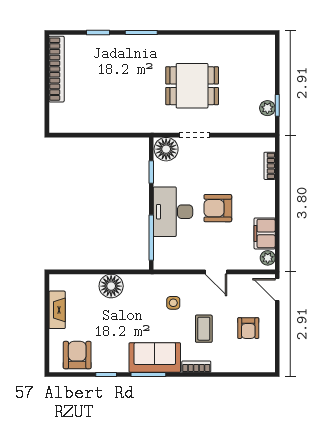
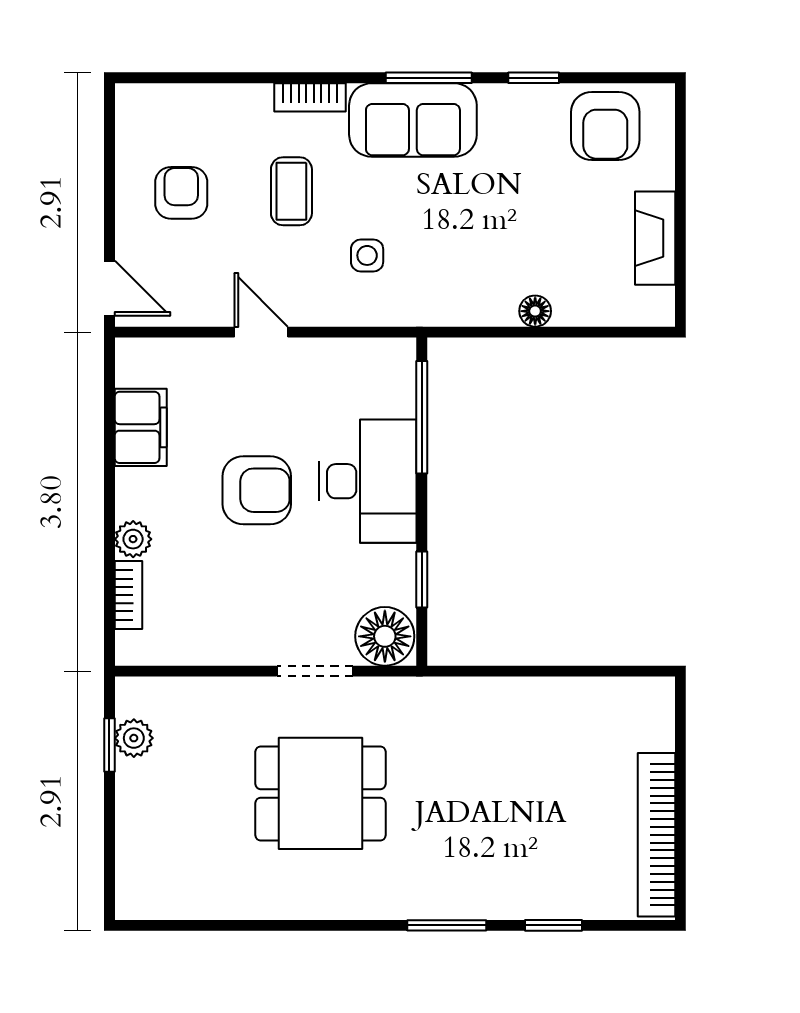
plant: (268, 258) -> (133, 539), moved
floor lamp: (111, 286) -> (535, 311), width x0.53, depth x0.53

